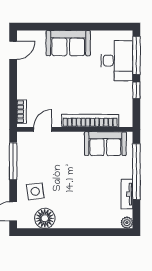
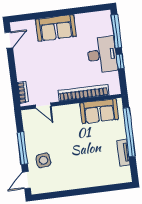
desk: (117, 61) -> (102, 55), moved
door: (43, 129) -> (43, 106), swing flipped
window: (13, 161) -> (22, 148), moved
floor lamp: (45, 218) -> (55, 183), removed
plant: (127, 223) -> (126, 177), removed

